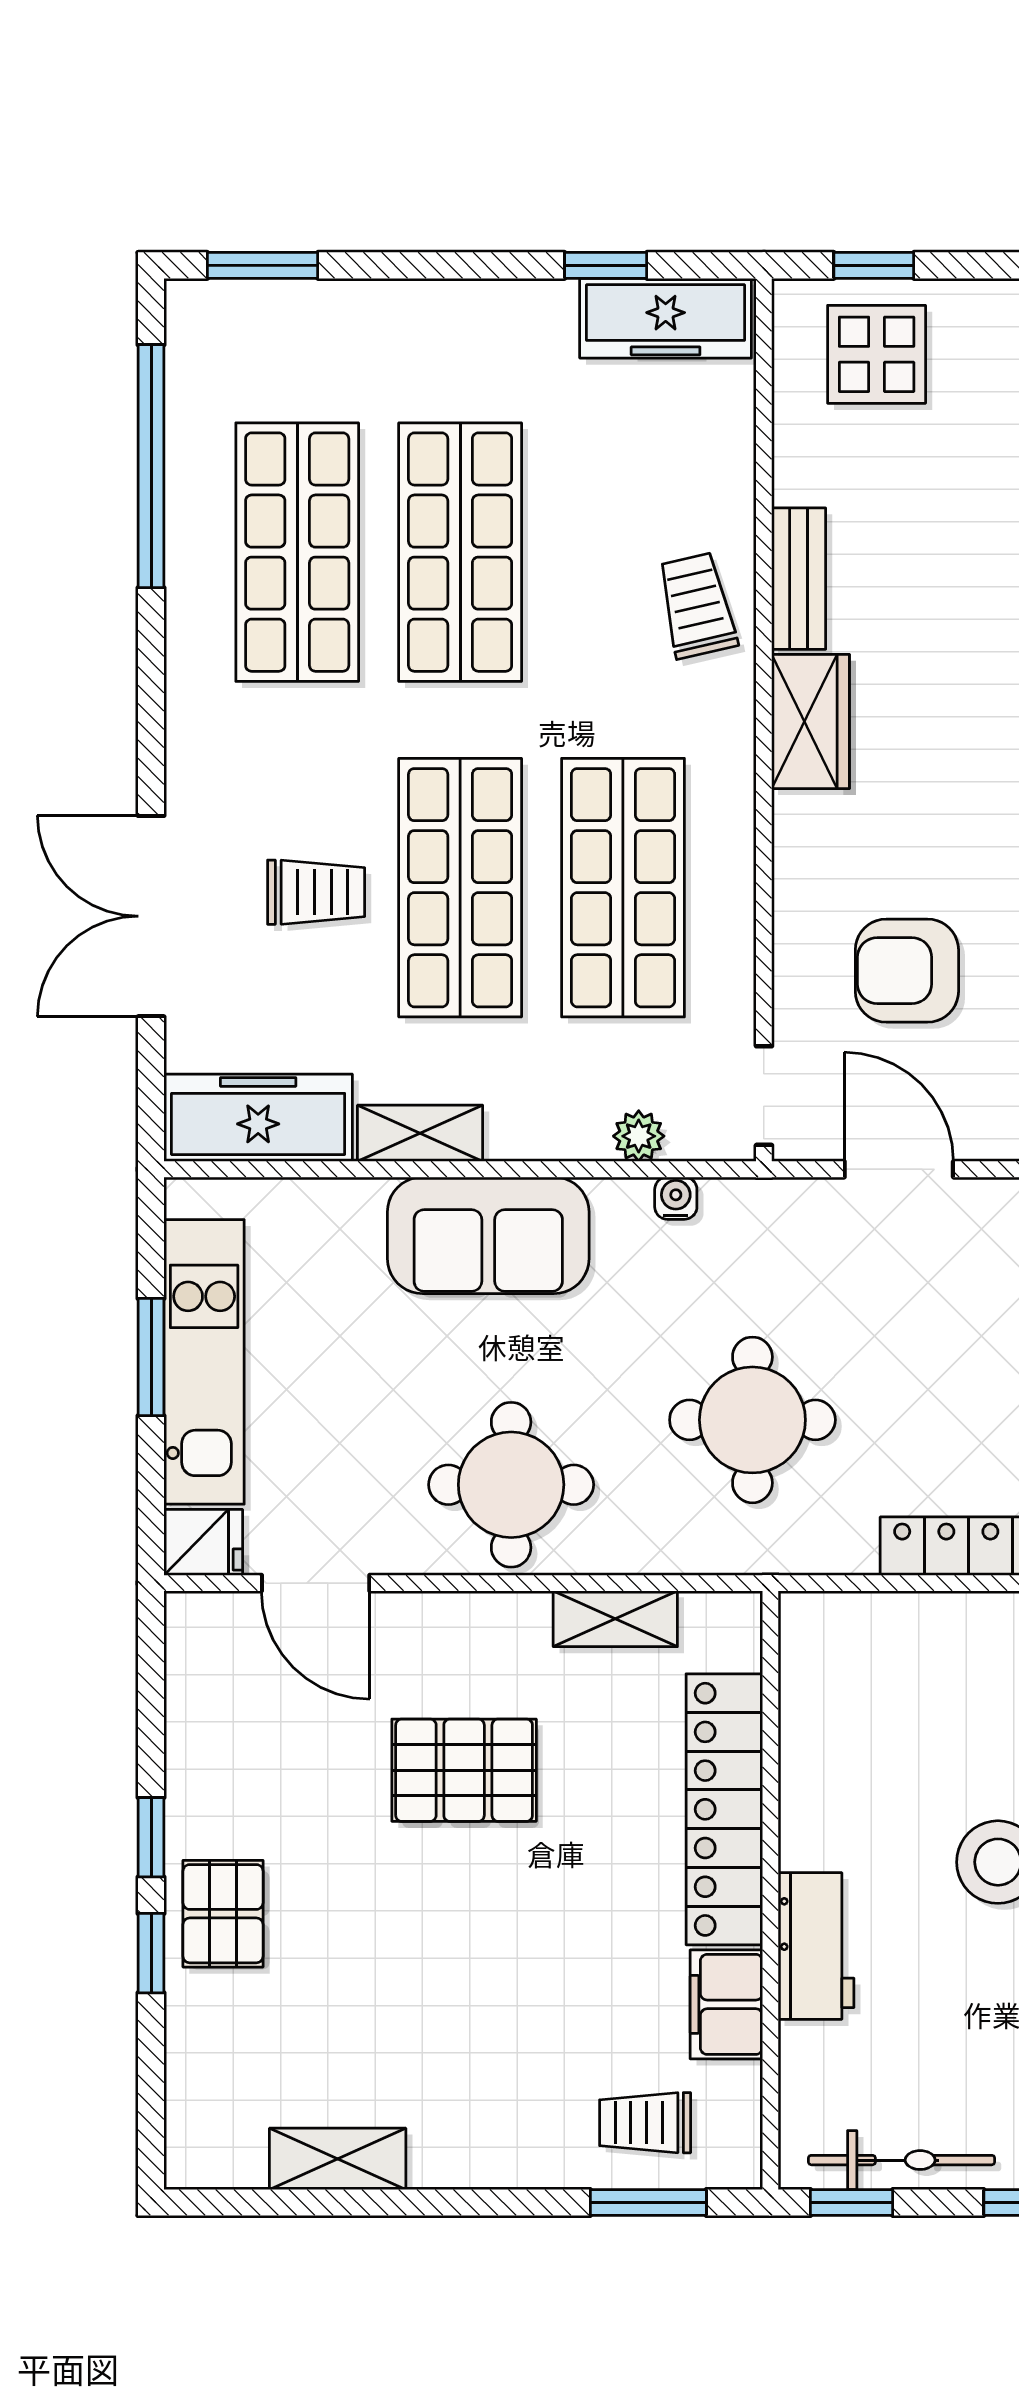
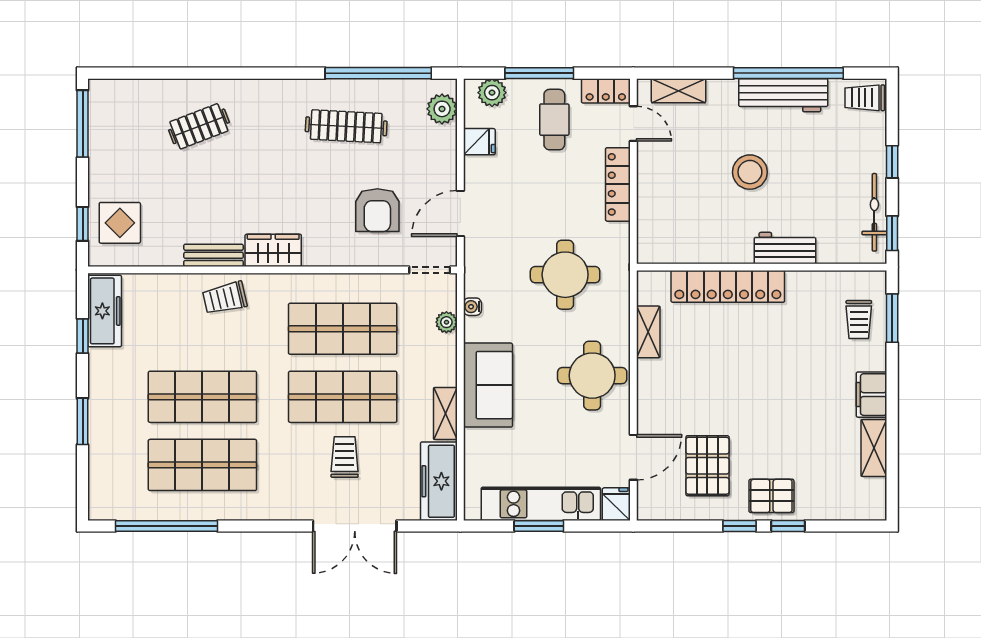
window: (263, 265) -> (83, 421), moved
pallet: (464, 1770) -> (707, 466), moved
filing cabinet: (726, 2004) -> (872, 395), moved, turned 90

